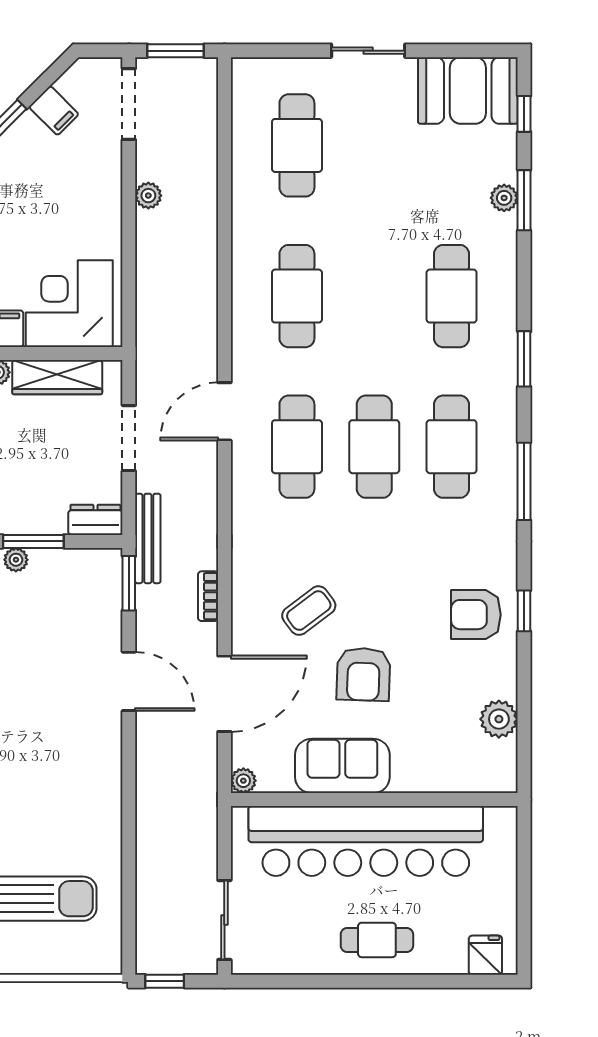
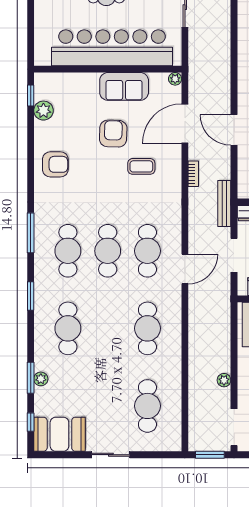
window: (129, 583) -> (234, 180), removed
coffee table: (309, 611) -> (141, 166), turned 37
window: (524, 611) -> (31, 95), moved

